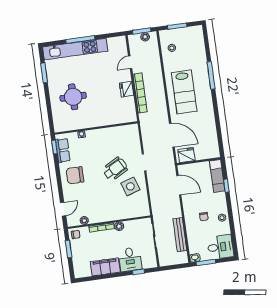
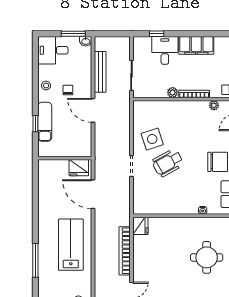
fridge: (127, 89) -> (140, 226), moved
exam couch: (217, 176) -> (45, 122), moved
door: (179, 185) -> (93, 110), moved

